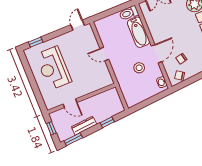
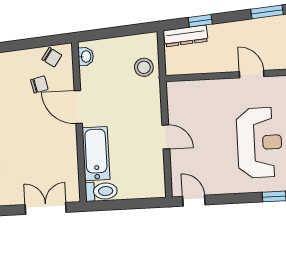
door: (78, 25) -> (194, 201), swing flipped
door: (157, 54) -> (78, 107), hinge flipped
stool: (139, 68) -> (144, 67), moved
dresser: (84, 126) -> (186, 36), moved

